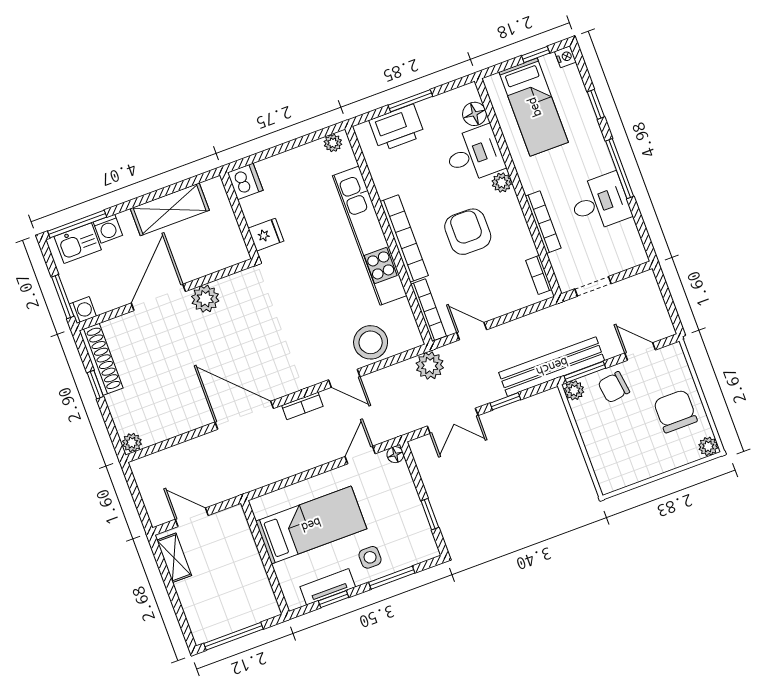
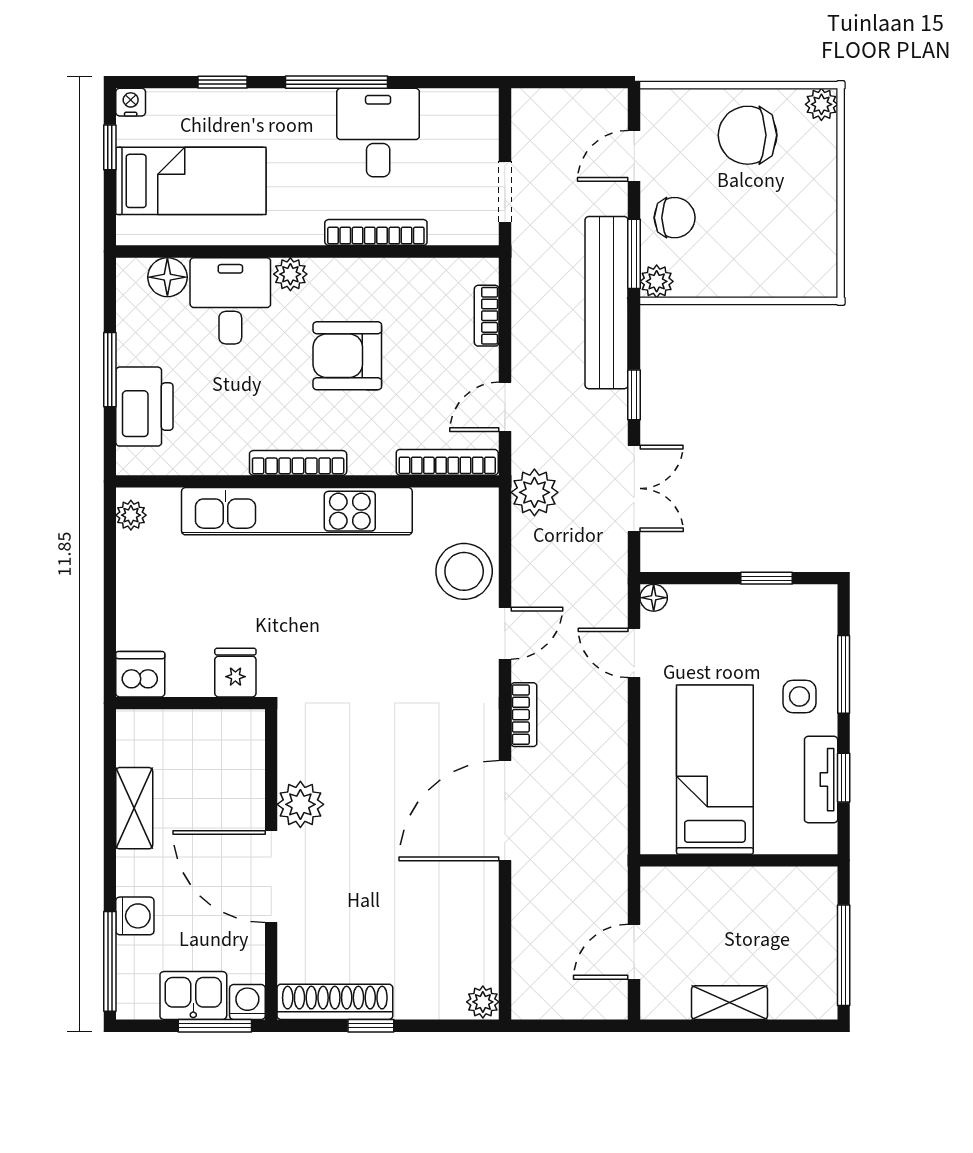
shelving: (170, 209) -> (134, 808), width x0.67, depth x0.75
bookcase: (404, 239) -> (298, 463), width x0.68, depth x0.76
kitchen sink: (78, 243) -> (193, 996), moved, turned -90
bookcase: (539, 275) -> (487, 316), moved, turned 90
chair: (614, 387) -> (675, 218), turned -82
shelving: (174, 558) -> (729, 1003), moved

